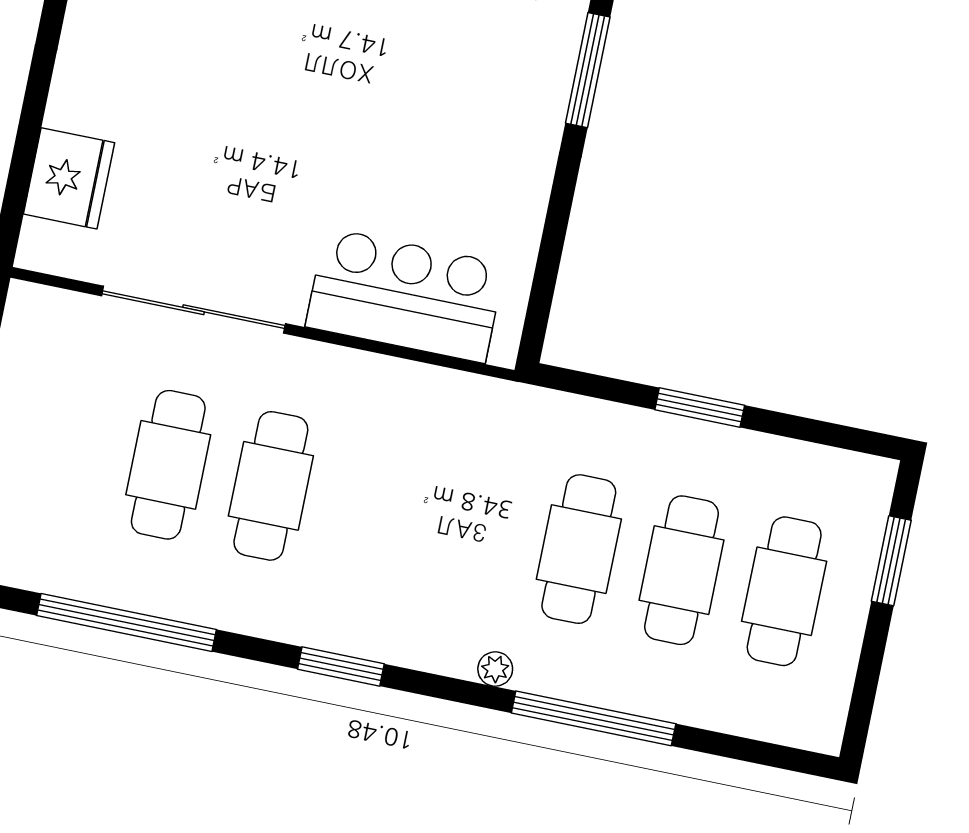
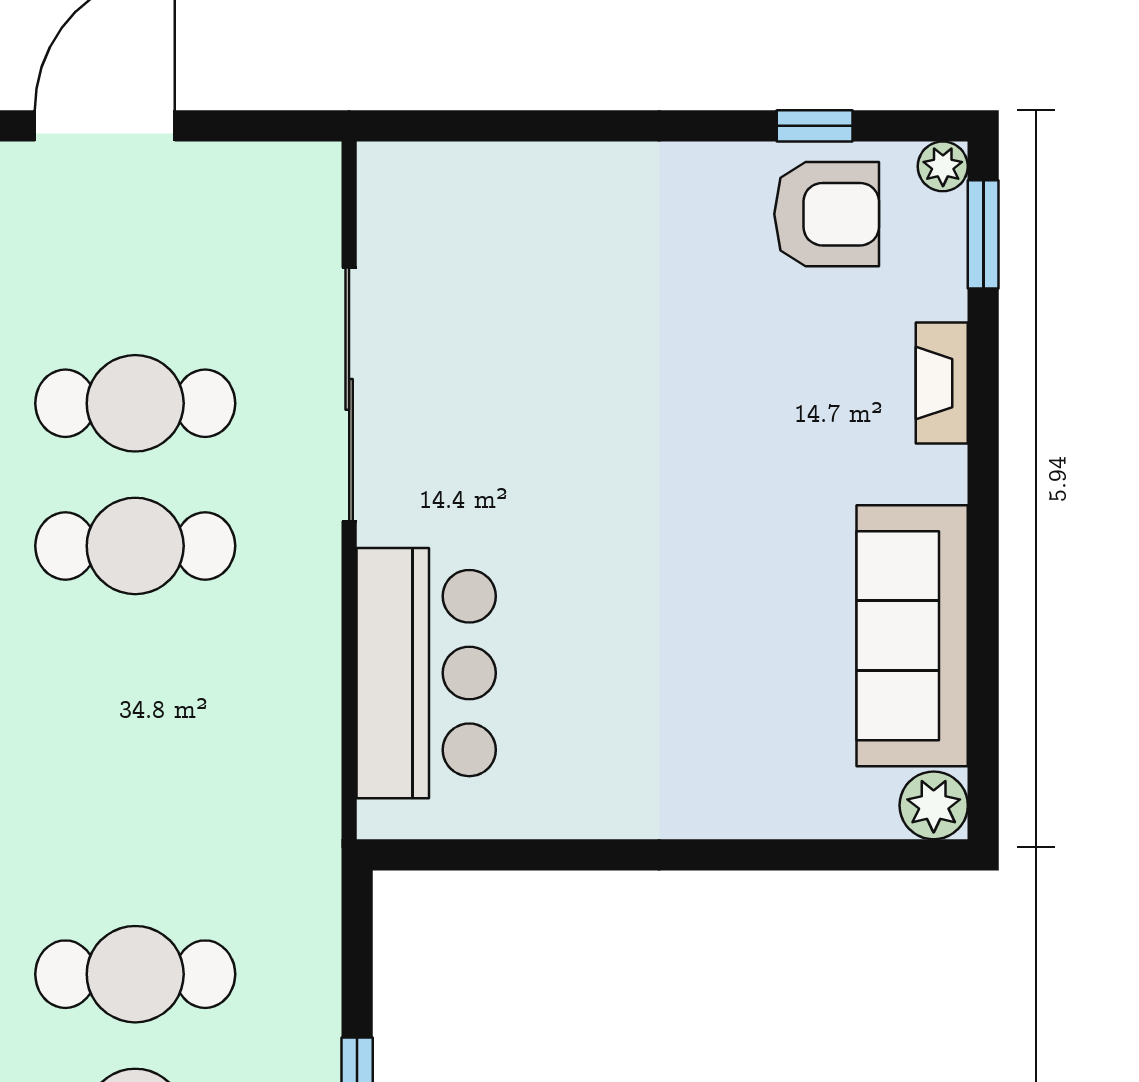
window: (588, 70) -> (777, 855), removed
fridge: (69, 178) -> (490, 192), removed

